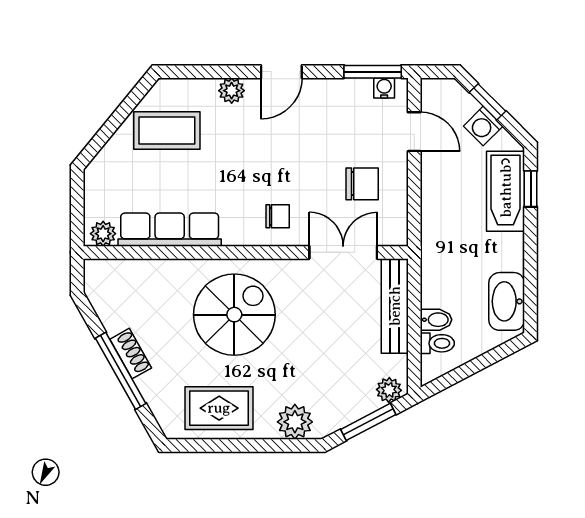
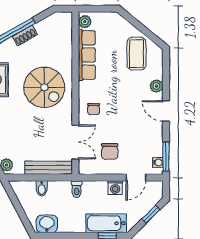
washing machine: (483, 126) -> (115, 188), moved, turned -135
washbasin: (507, 301) -> (47, 224), width x0.72
toilet: (437, 343) -> (77, 189), moved

